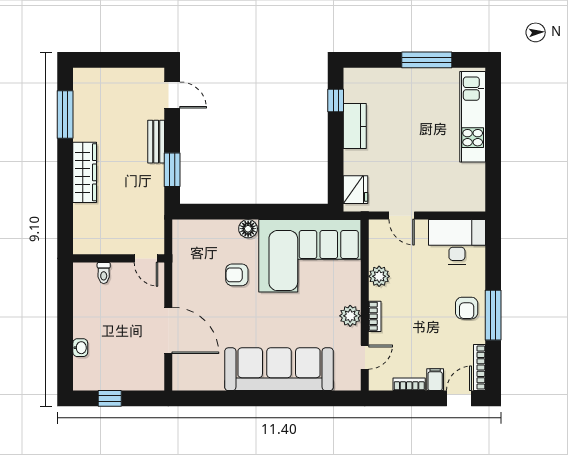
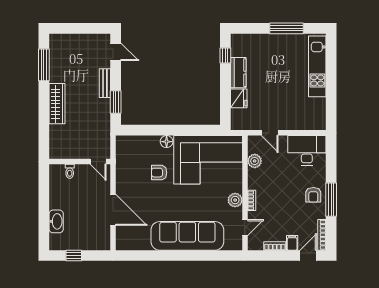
fridge: (355, 190) -> (239, 98), moved
plant: (379, 276) -> (255, 161), moved
washbasin: (80, 348) -> (56, 221), width x1.91, depth x1.45

